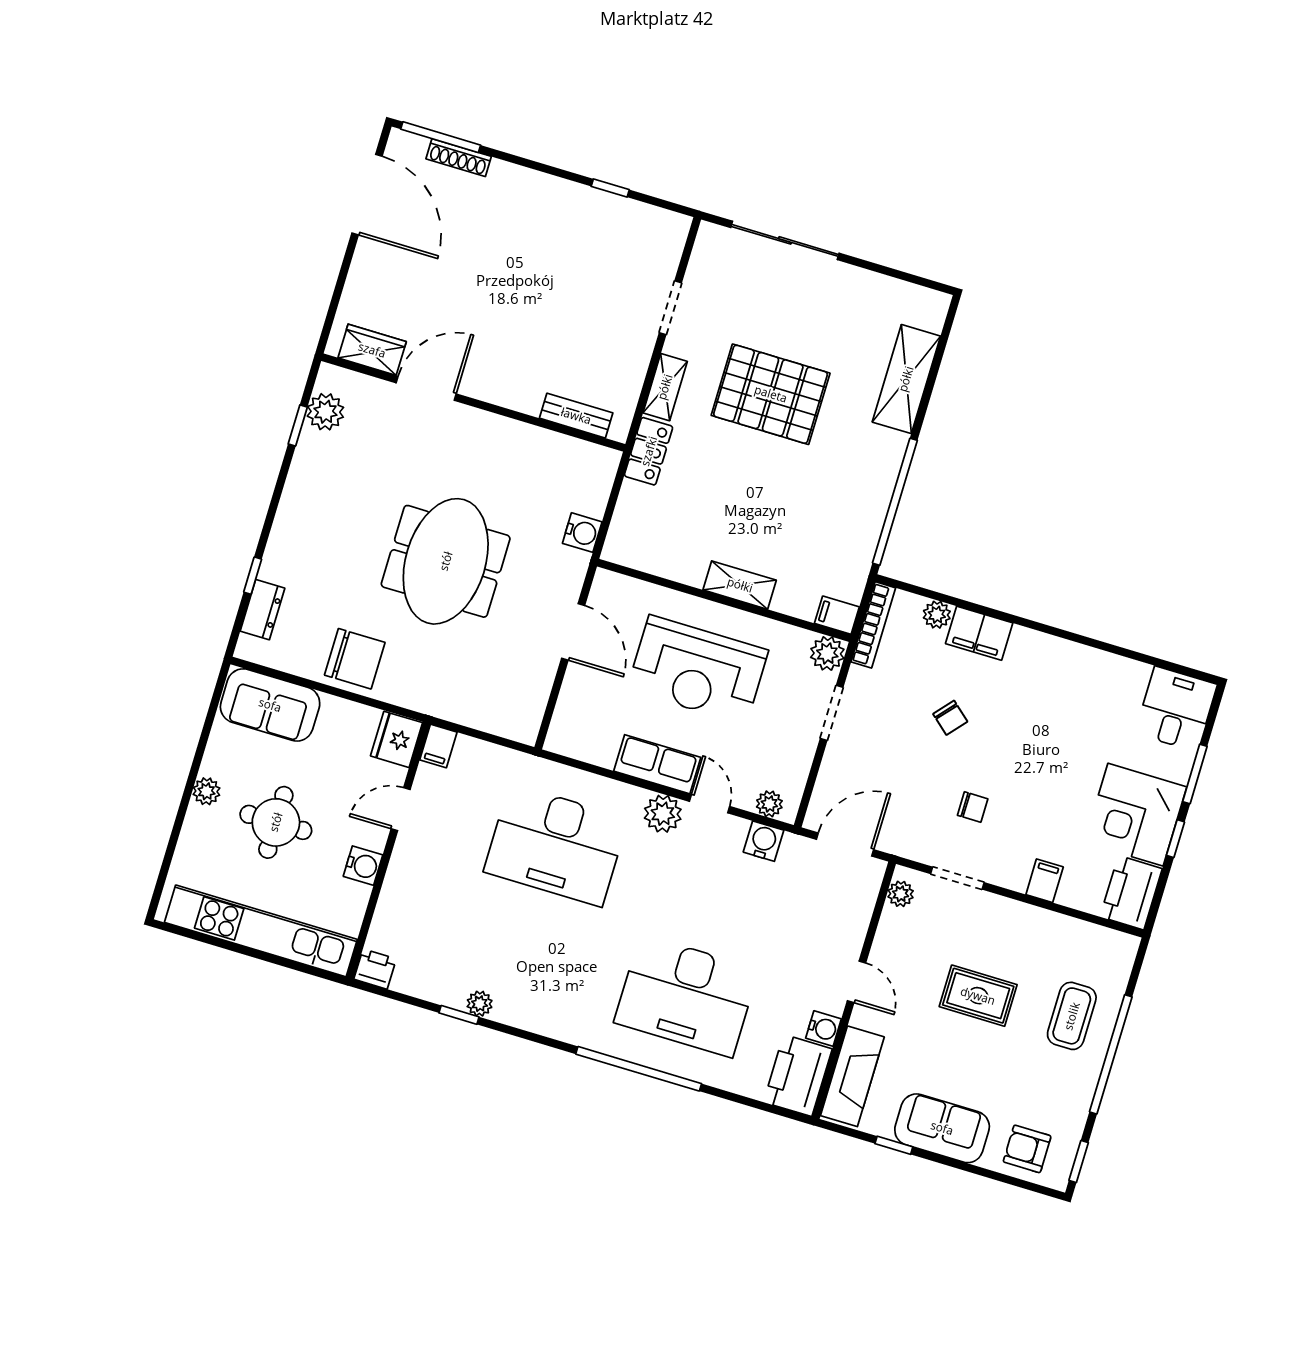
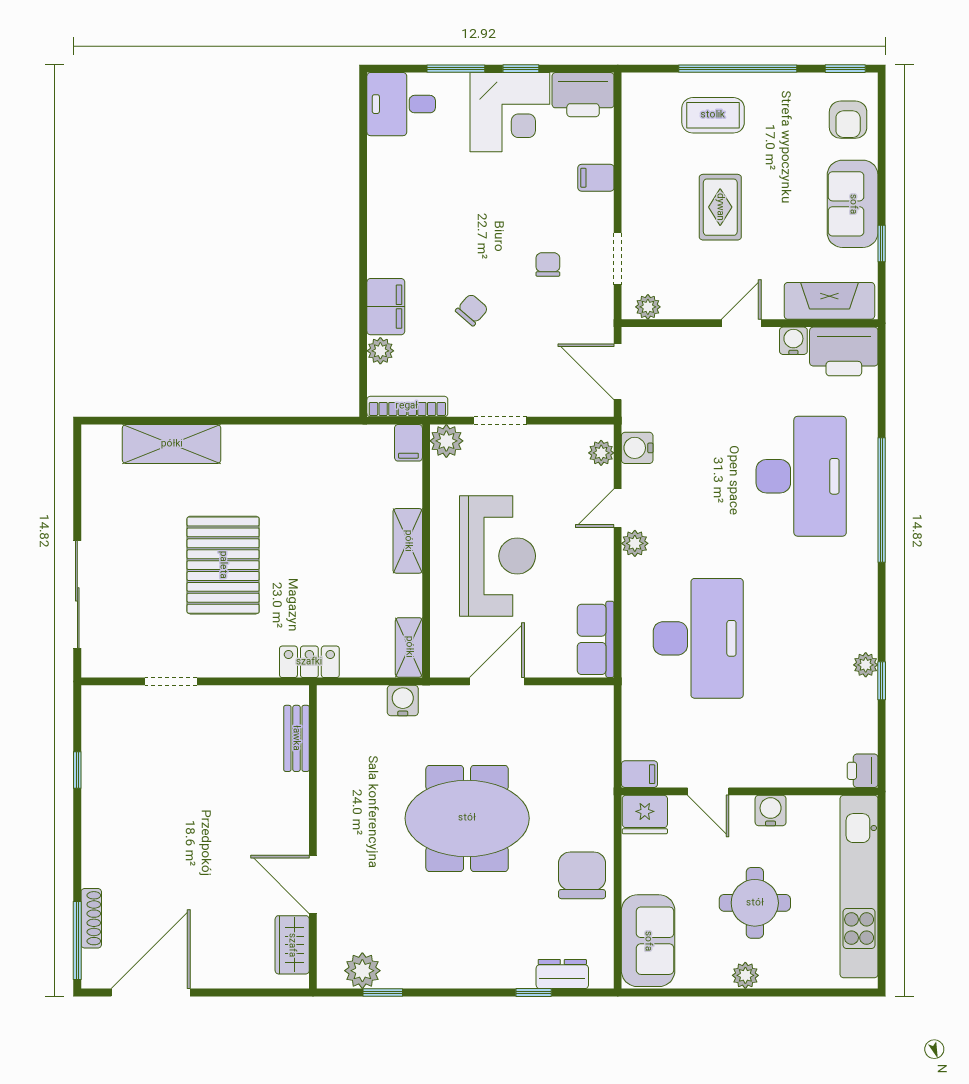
shelving: (665, 387) -> (409, 647), moved, turned 90
window: (895, 502) -> (288, 421), removed
row of seats: (657, 764) -> (596, 639), moved
plant: (663, 814) -> (635, 543), width x0.73, depth x0.73

